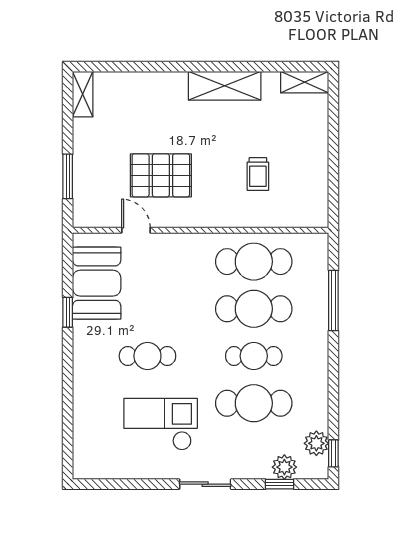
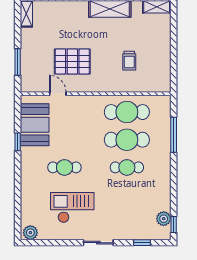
cafe table: (254, 403) -> (127, 195), removed
plant: (284, 467) -> (30, 233), moved

